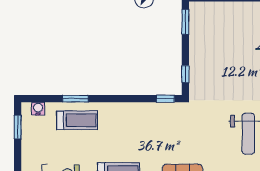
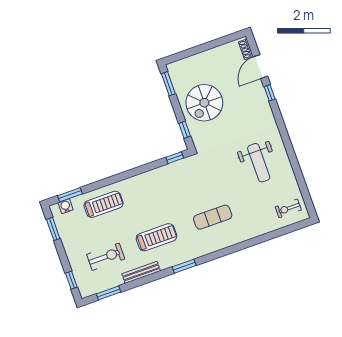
spiral stairs: (215, 54) -> (204, 103), added
window: (75, 99) -> (70, 195), moved

